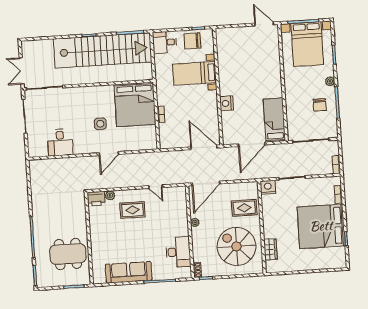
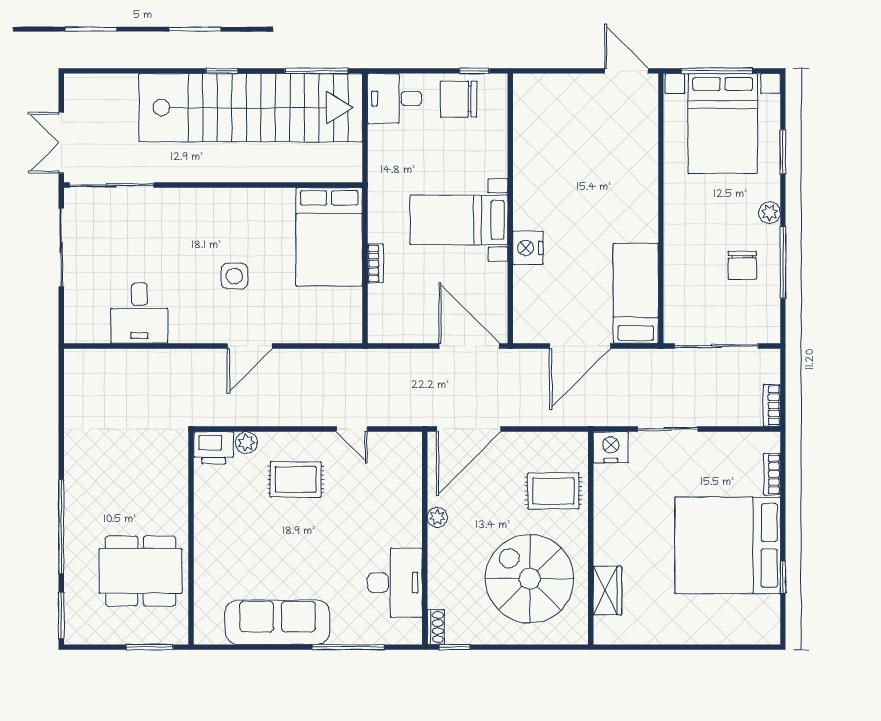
bed with nightstands: (195, 73) -> (459, 220), moved
bed: (135, 104) -> (329, 237), width x0.73

